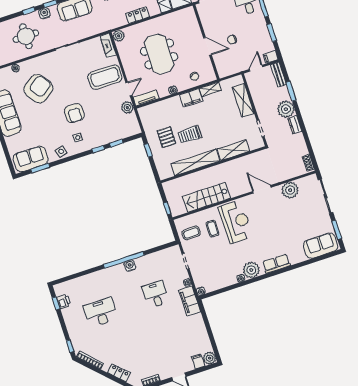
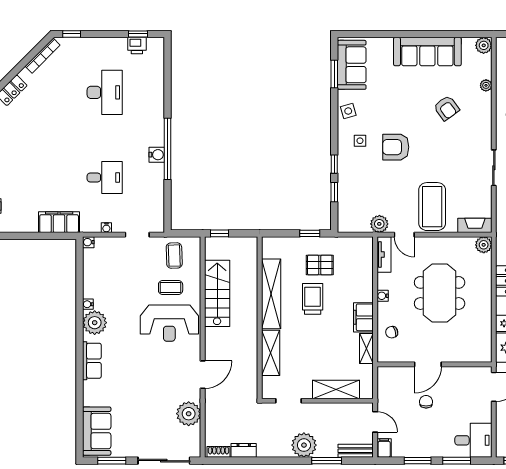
meeting table: (159, 54) -> (440, 293), turned 90
armchair: (38, 89) -> (446, 108), width x0.53, depth x0.53
dresser: (295, 125) -> (244, 450), moved
filing cabinet: (190, 301) -> (59, 222), moved

